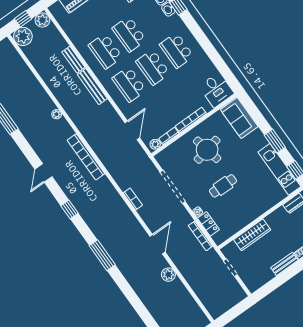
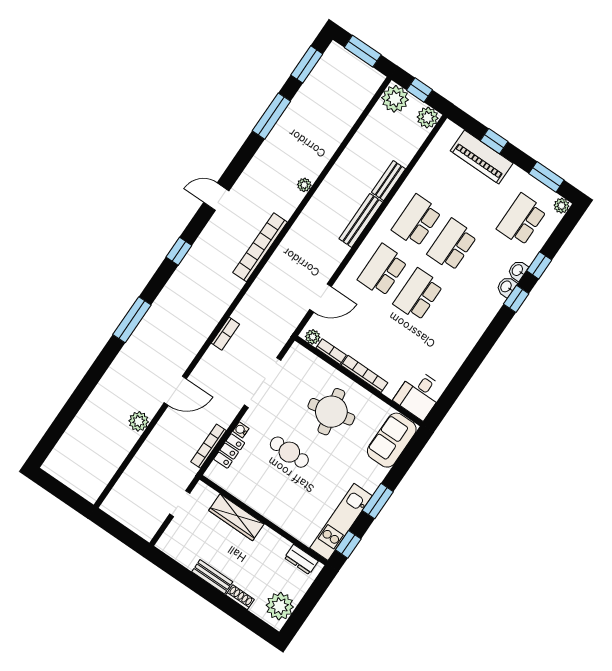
school desk: (177, 50) -> (454, 319), removed

